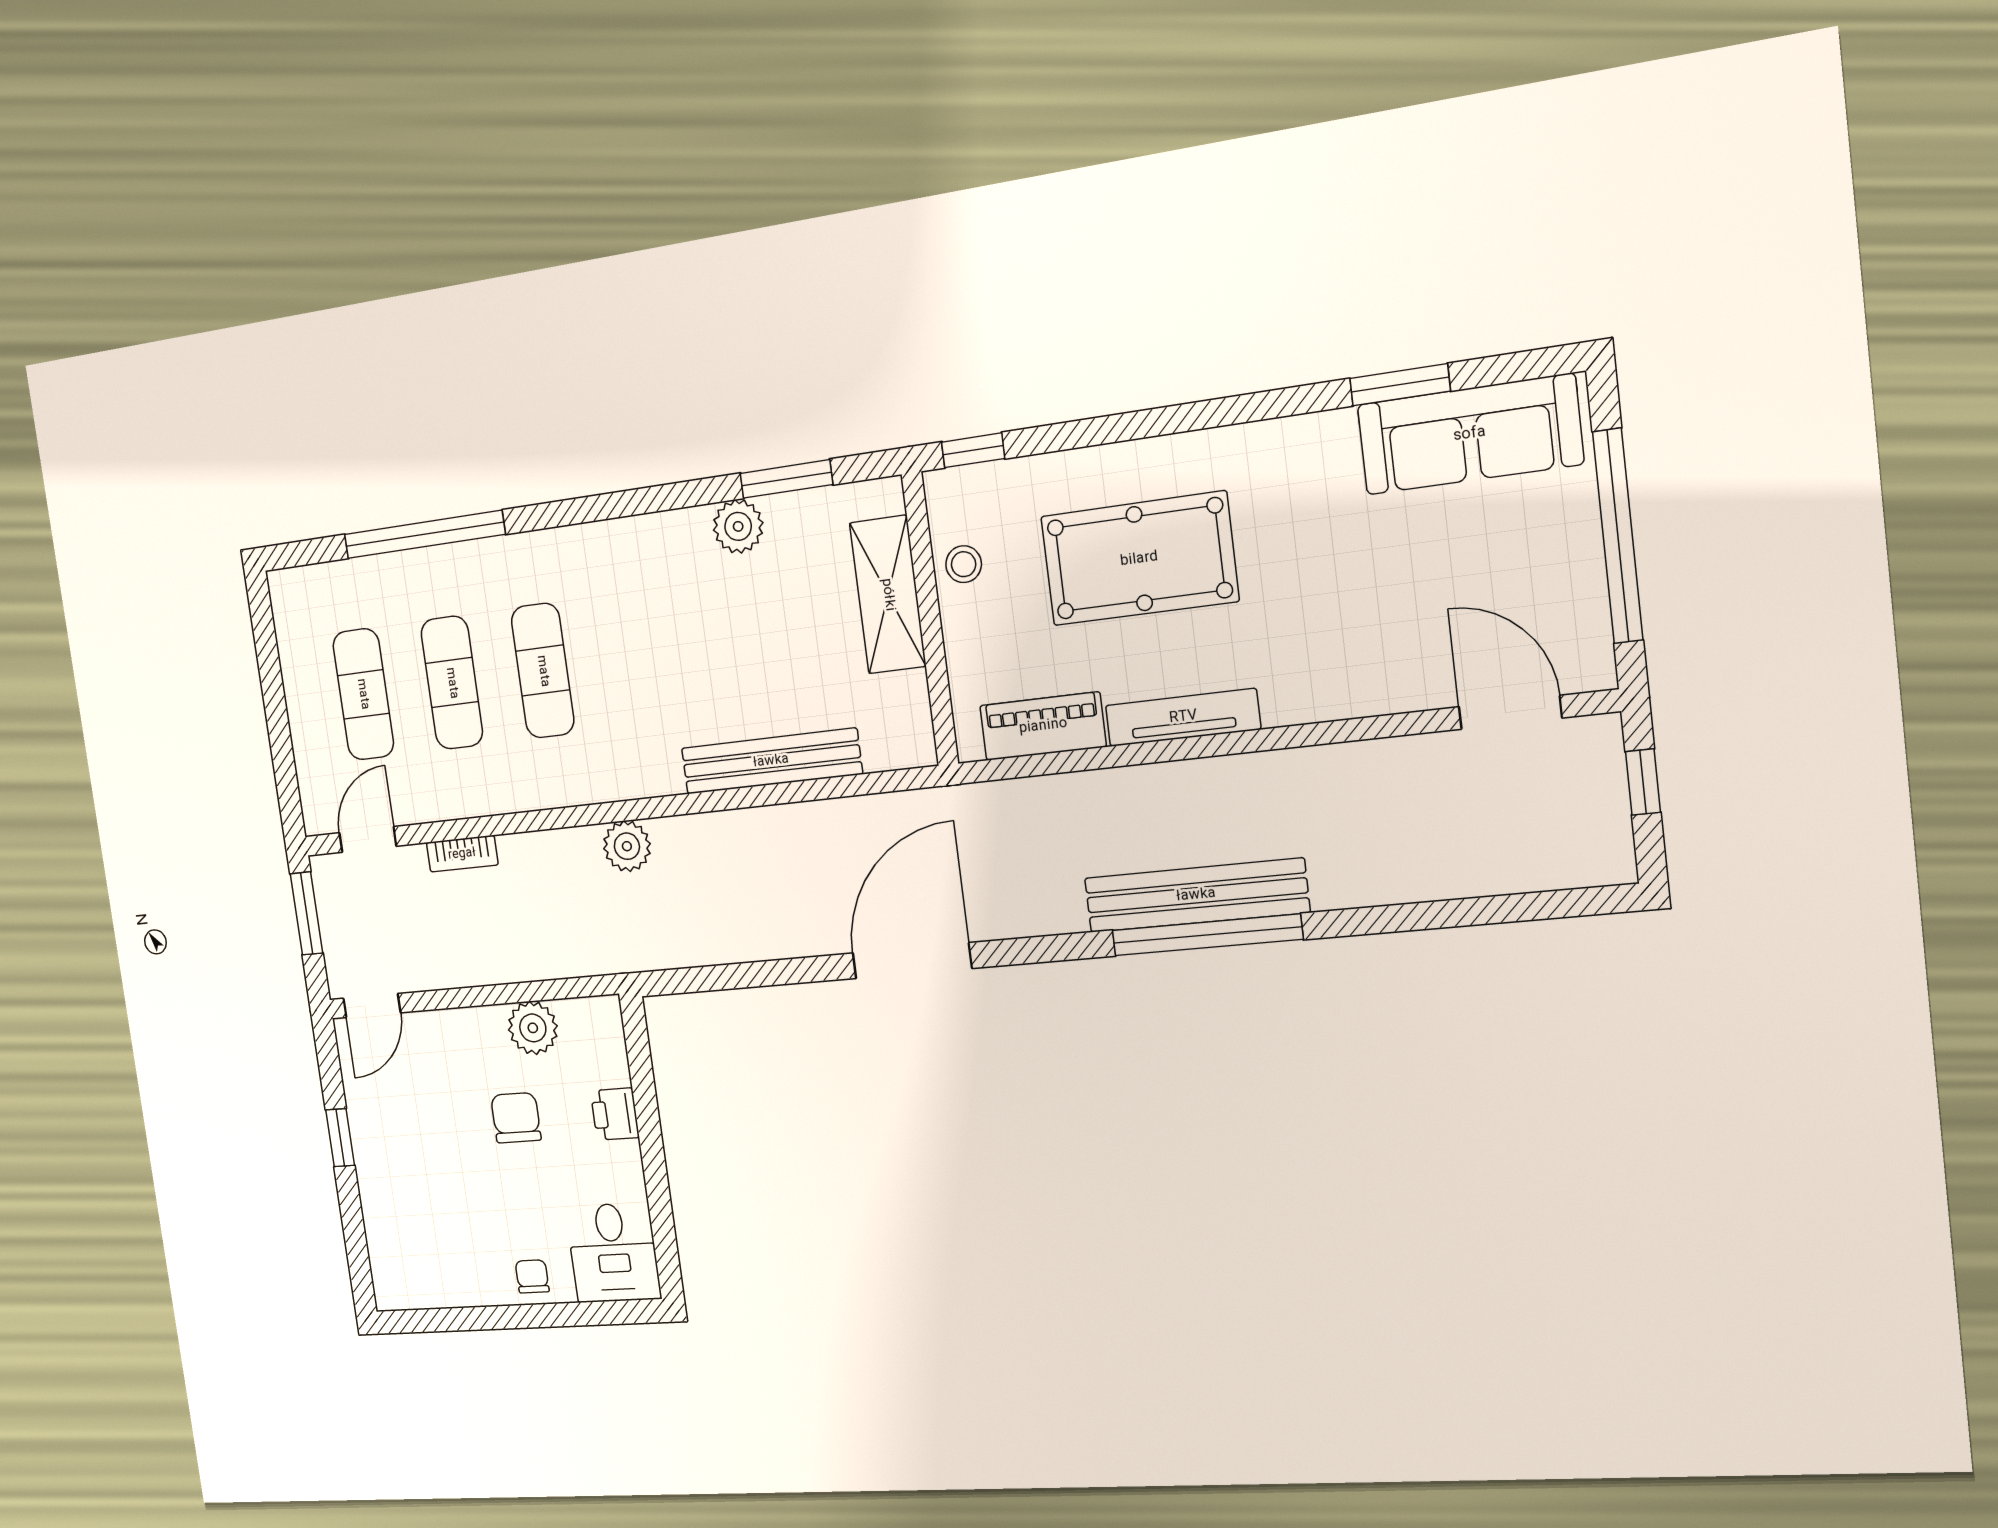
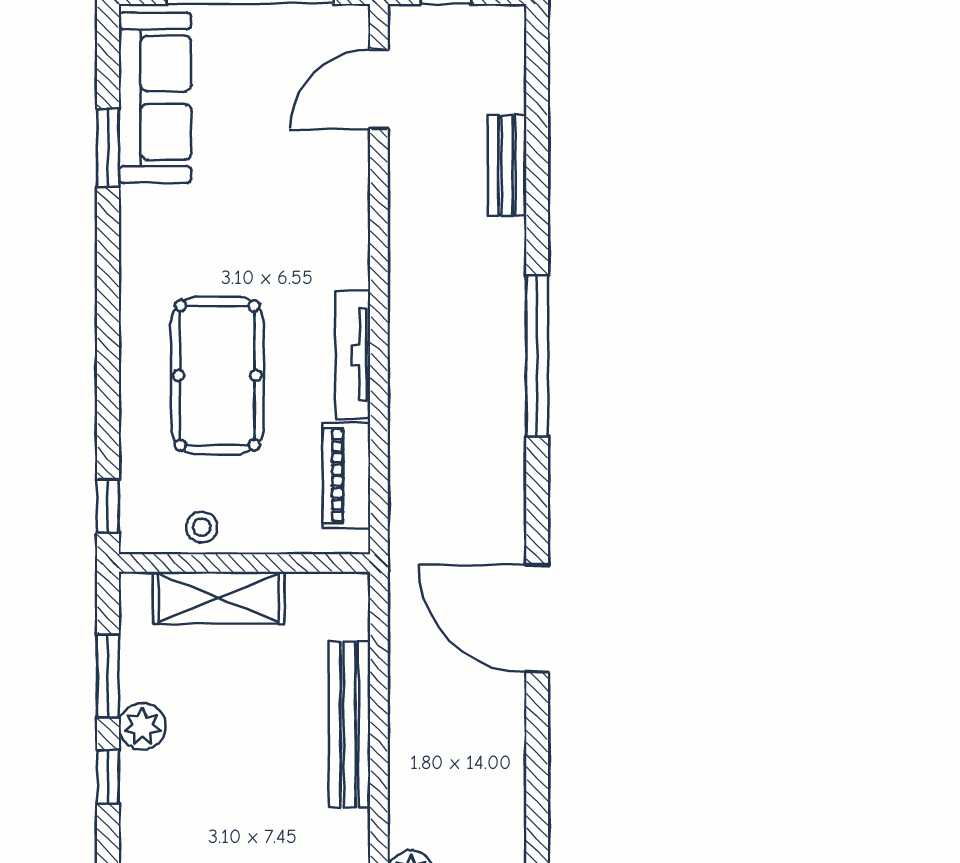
window: (680, 495) -> (108, 777), added
bench: (1196, 895) -> (507, 165), moved, width x0.54, depth x0.82

